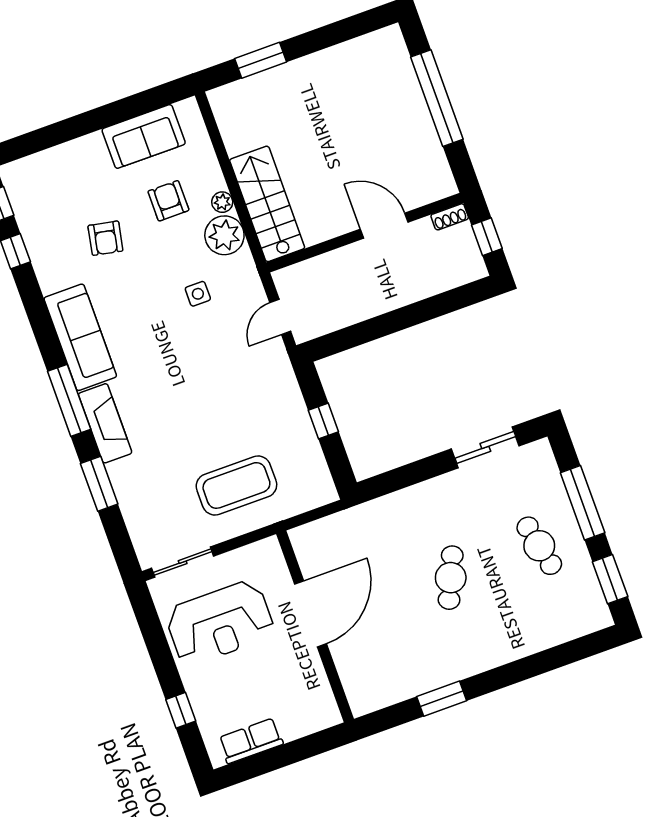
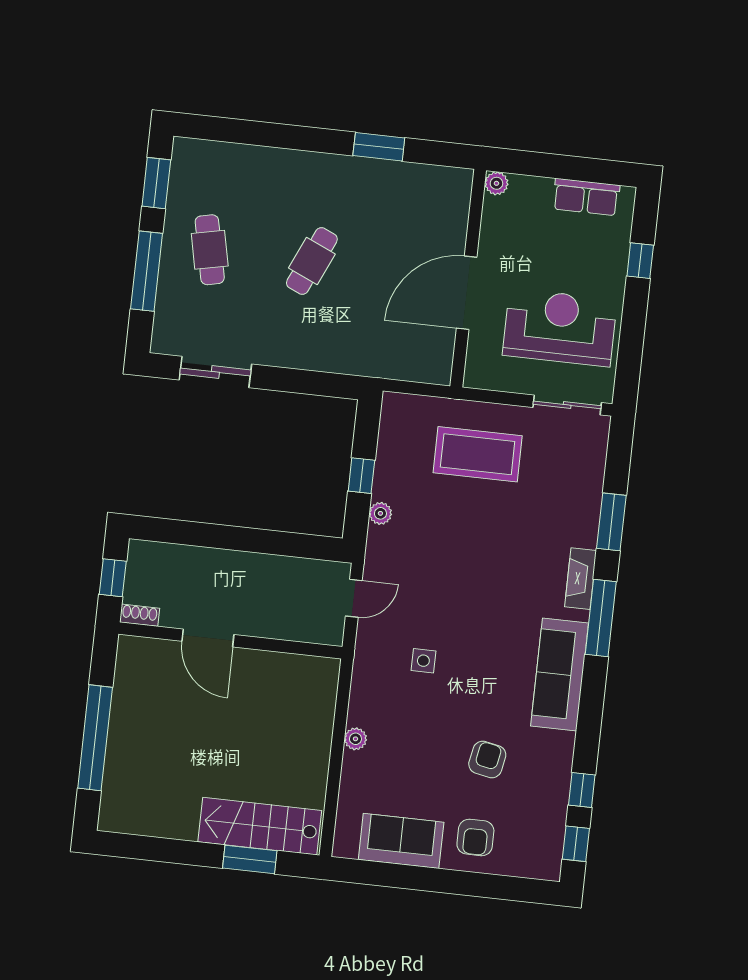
armchair: (168, 201) -> (475, 837), moved
stairs: (267, 204) -> (260, 826), moved, turned 90
plant: (224, 235) -> (380, 513), moved, width x0.53, depth x0.53
fireplace: (105, 423) -> (581, 579), width x0.73, depth x0.76
plant: (330, 716) -> (496, 183), added

